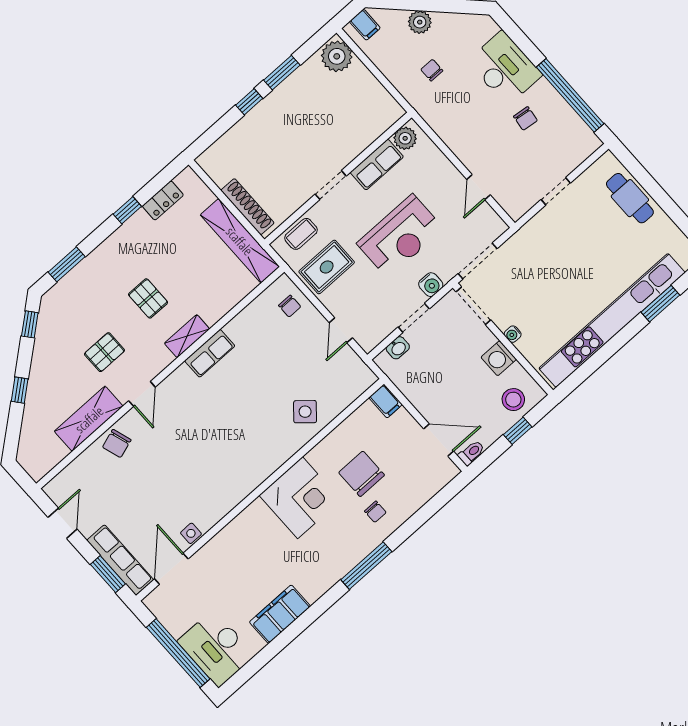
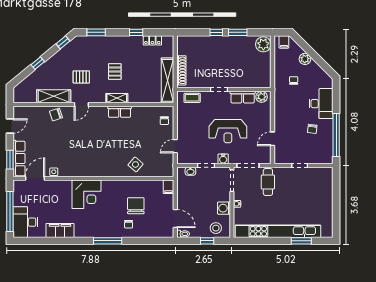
cafe table: (630, 198) -> (268, 182), moved
rug: (327, 267) -> (191, 118), removed
corner desk: (300, 498) -> (87, 194), moved

